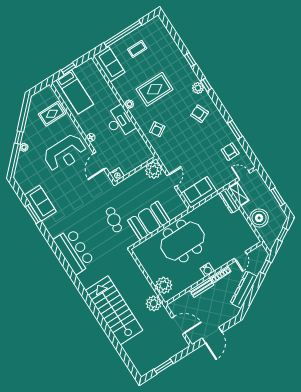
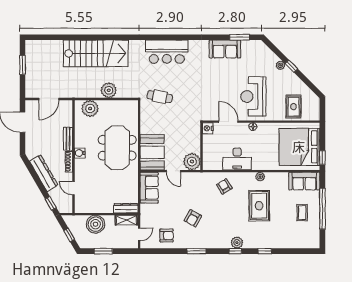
window: (68, 69) -> (322, 158), moved
bed: (75, 92) -> (299, 147), width x2.04
armchair: (200, 114) -> (193, 218), moved, turned 142
desk: (120, 122) -> (237, 159), moved
window: (235, 130) -> (196, 251), moved
window: (33, 214) -> (240, 37), moved
cafe table: (114, 220) -> (160, 97), moved
booth: (149, 221) -> (152, 152), moved
plant: (154, 303) -> (109, 90), moved

